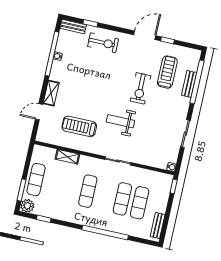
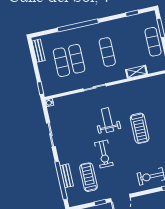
treadmill: (167, 72) -> (88, 177), turned 180
exercise bike: (140, 88) -> (104, 154), turned 180
weight bench: (120, 121) -> (107, 120), turned -90
treadmill: (79, 126) -> (140, 128), moved, turned 90
plant: (27, 206) -> (150, 17), removed

